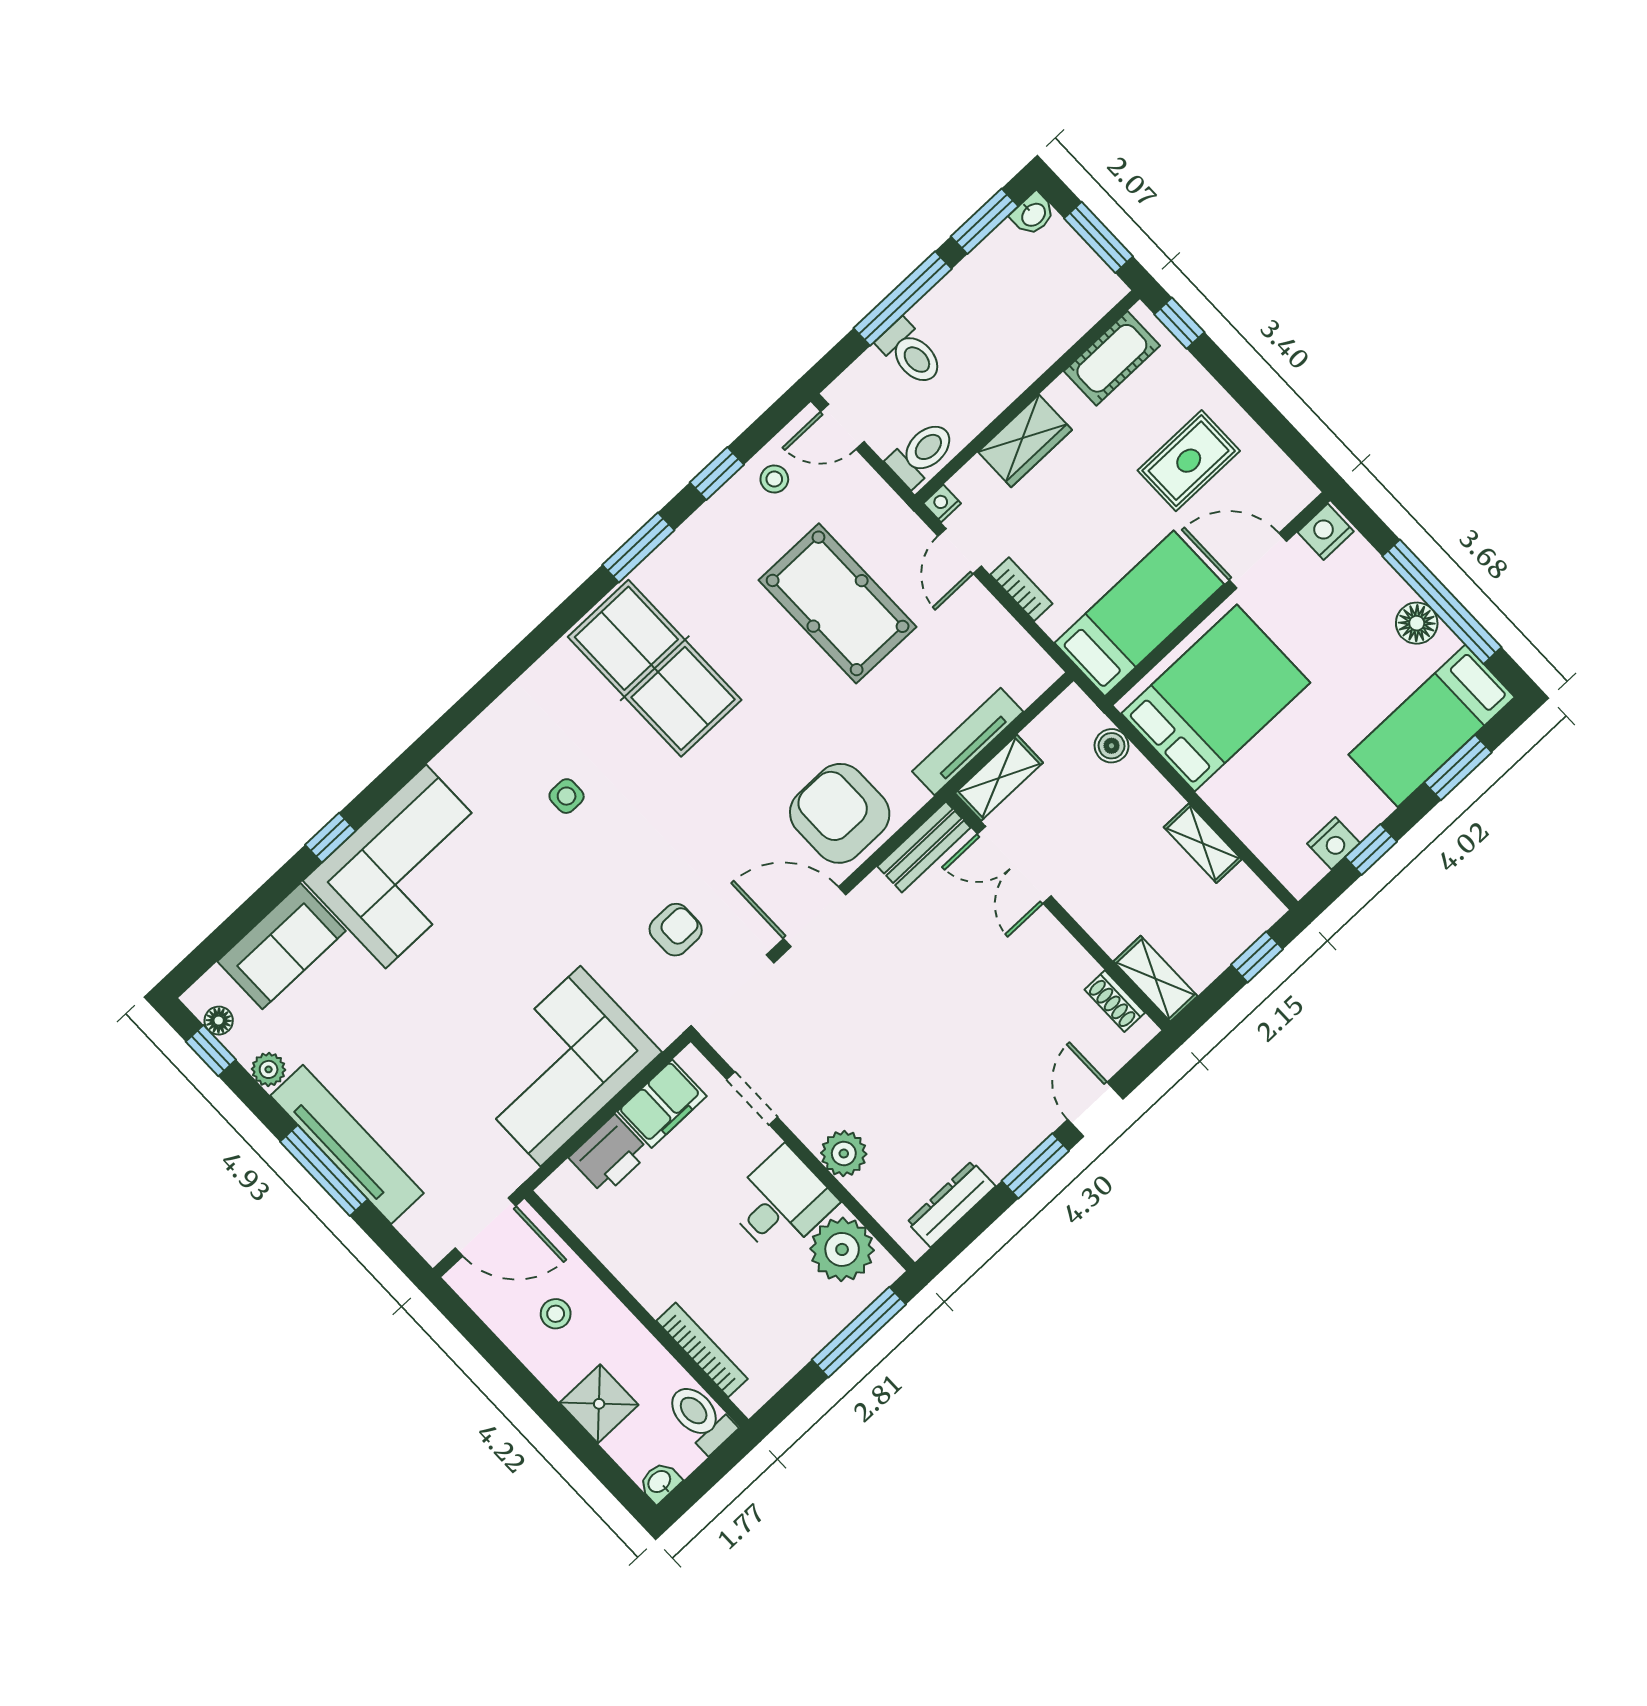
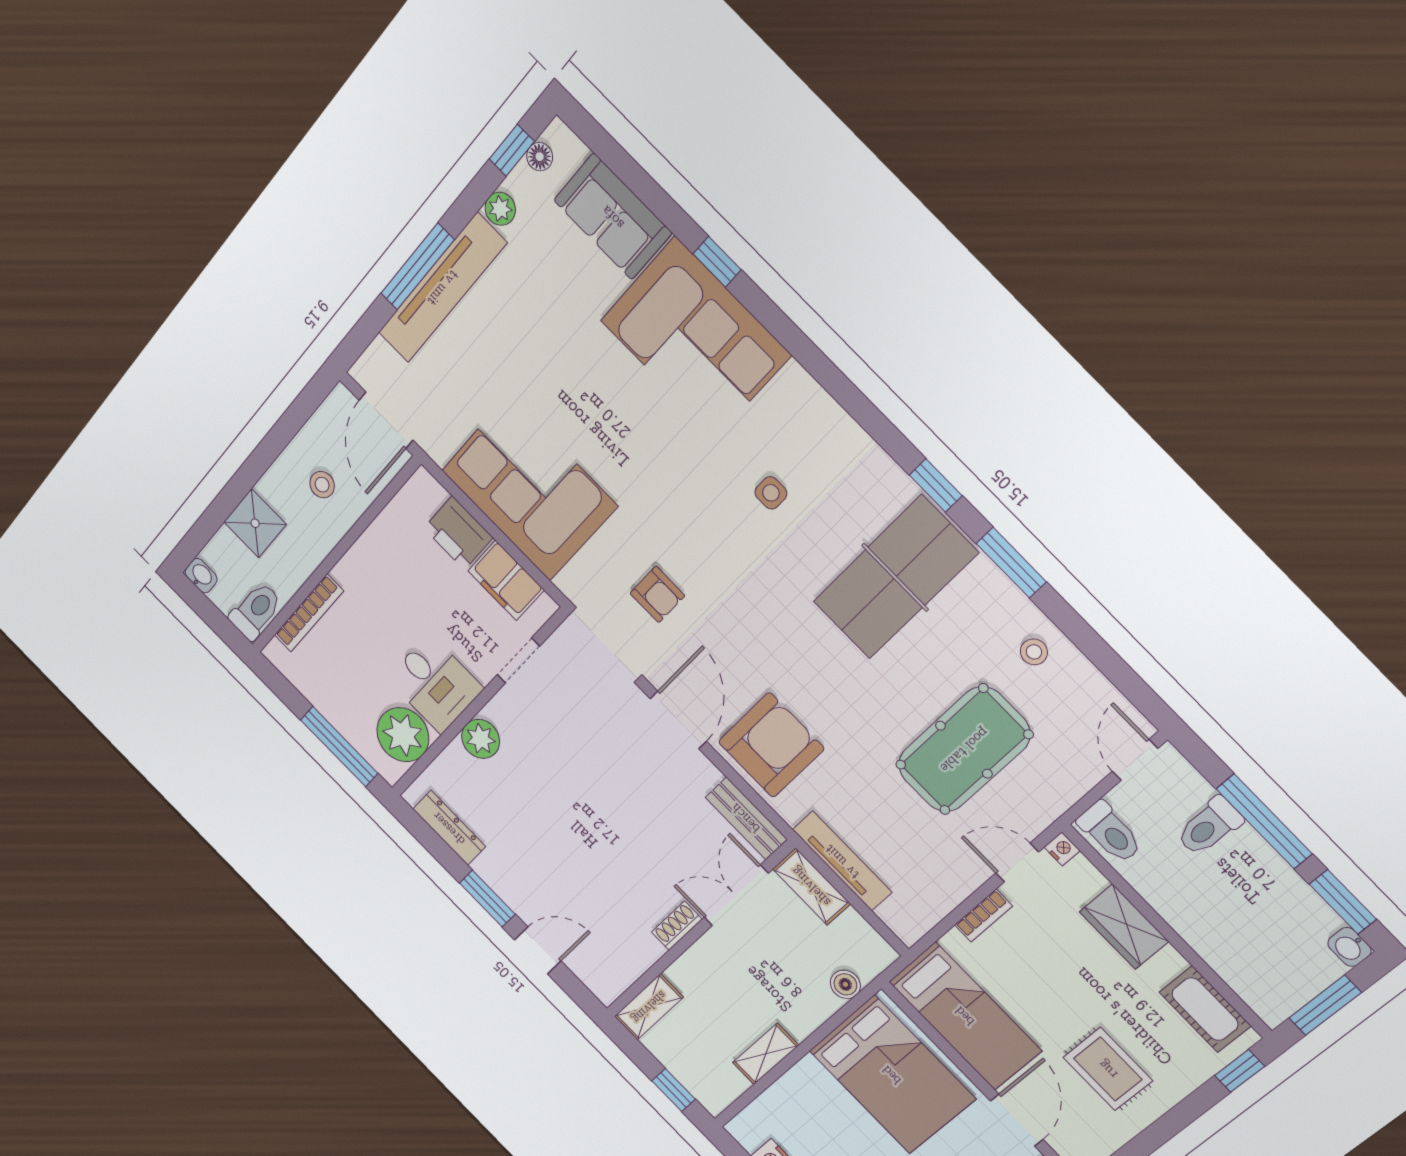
window: (717, 474) -> (936, 485), moved
stool: (774, 479) -> (1034, 652), moved
shoe rack: (1115, 1001) -> (677, 926), moved

